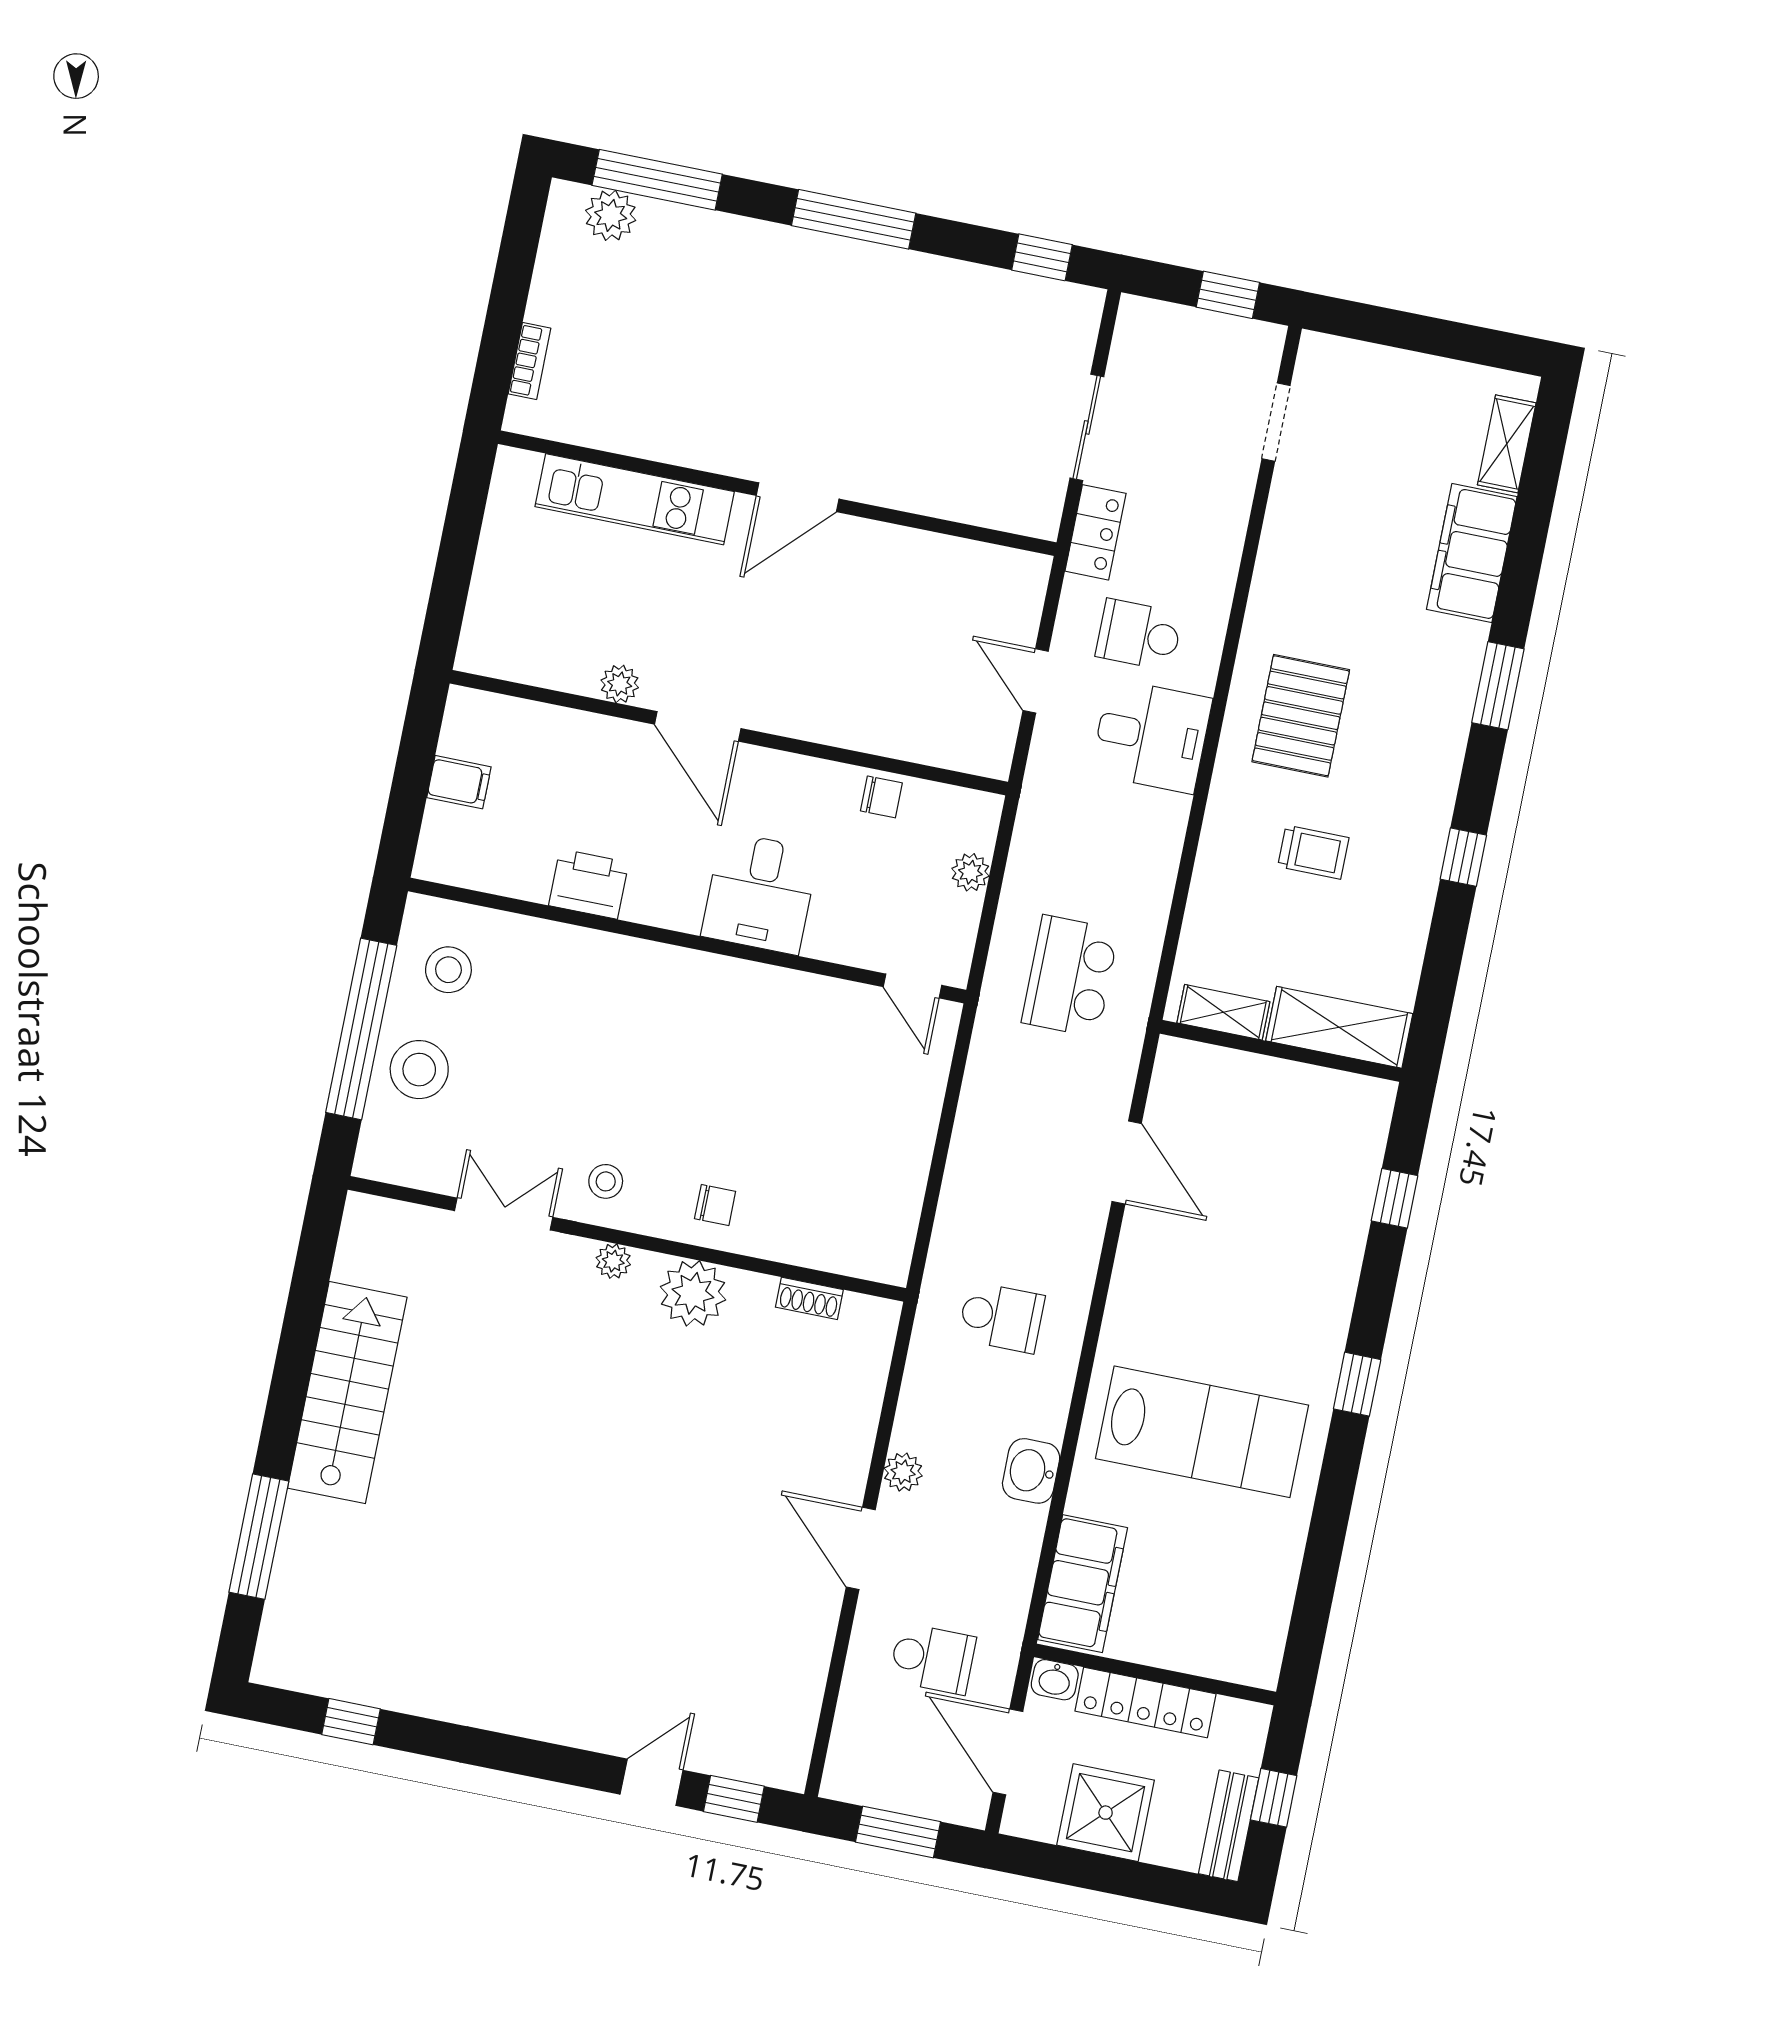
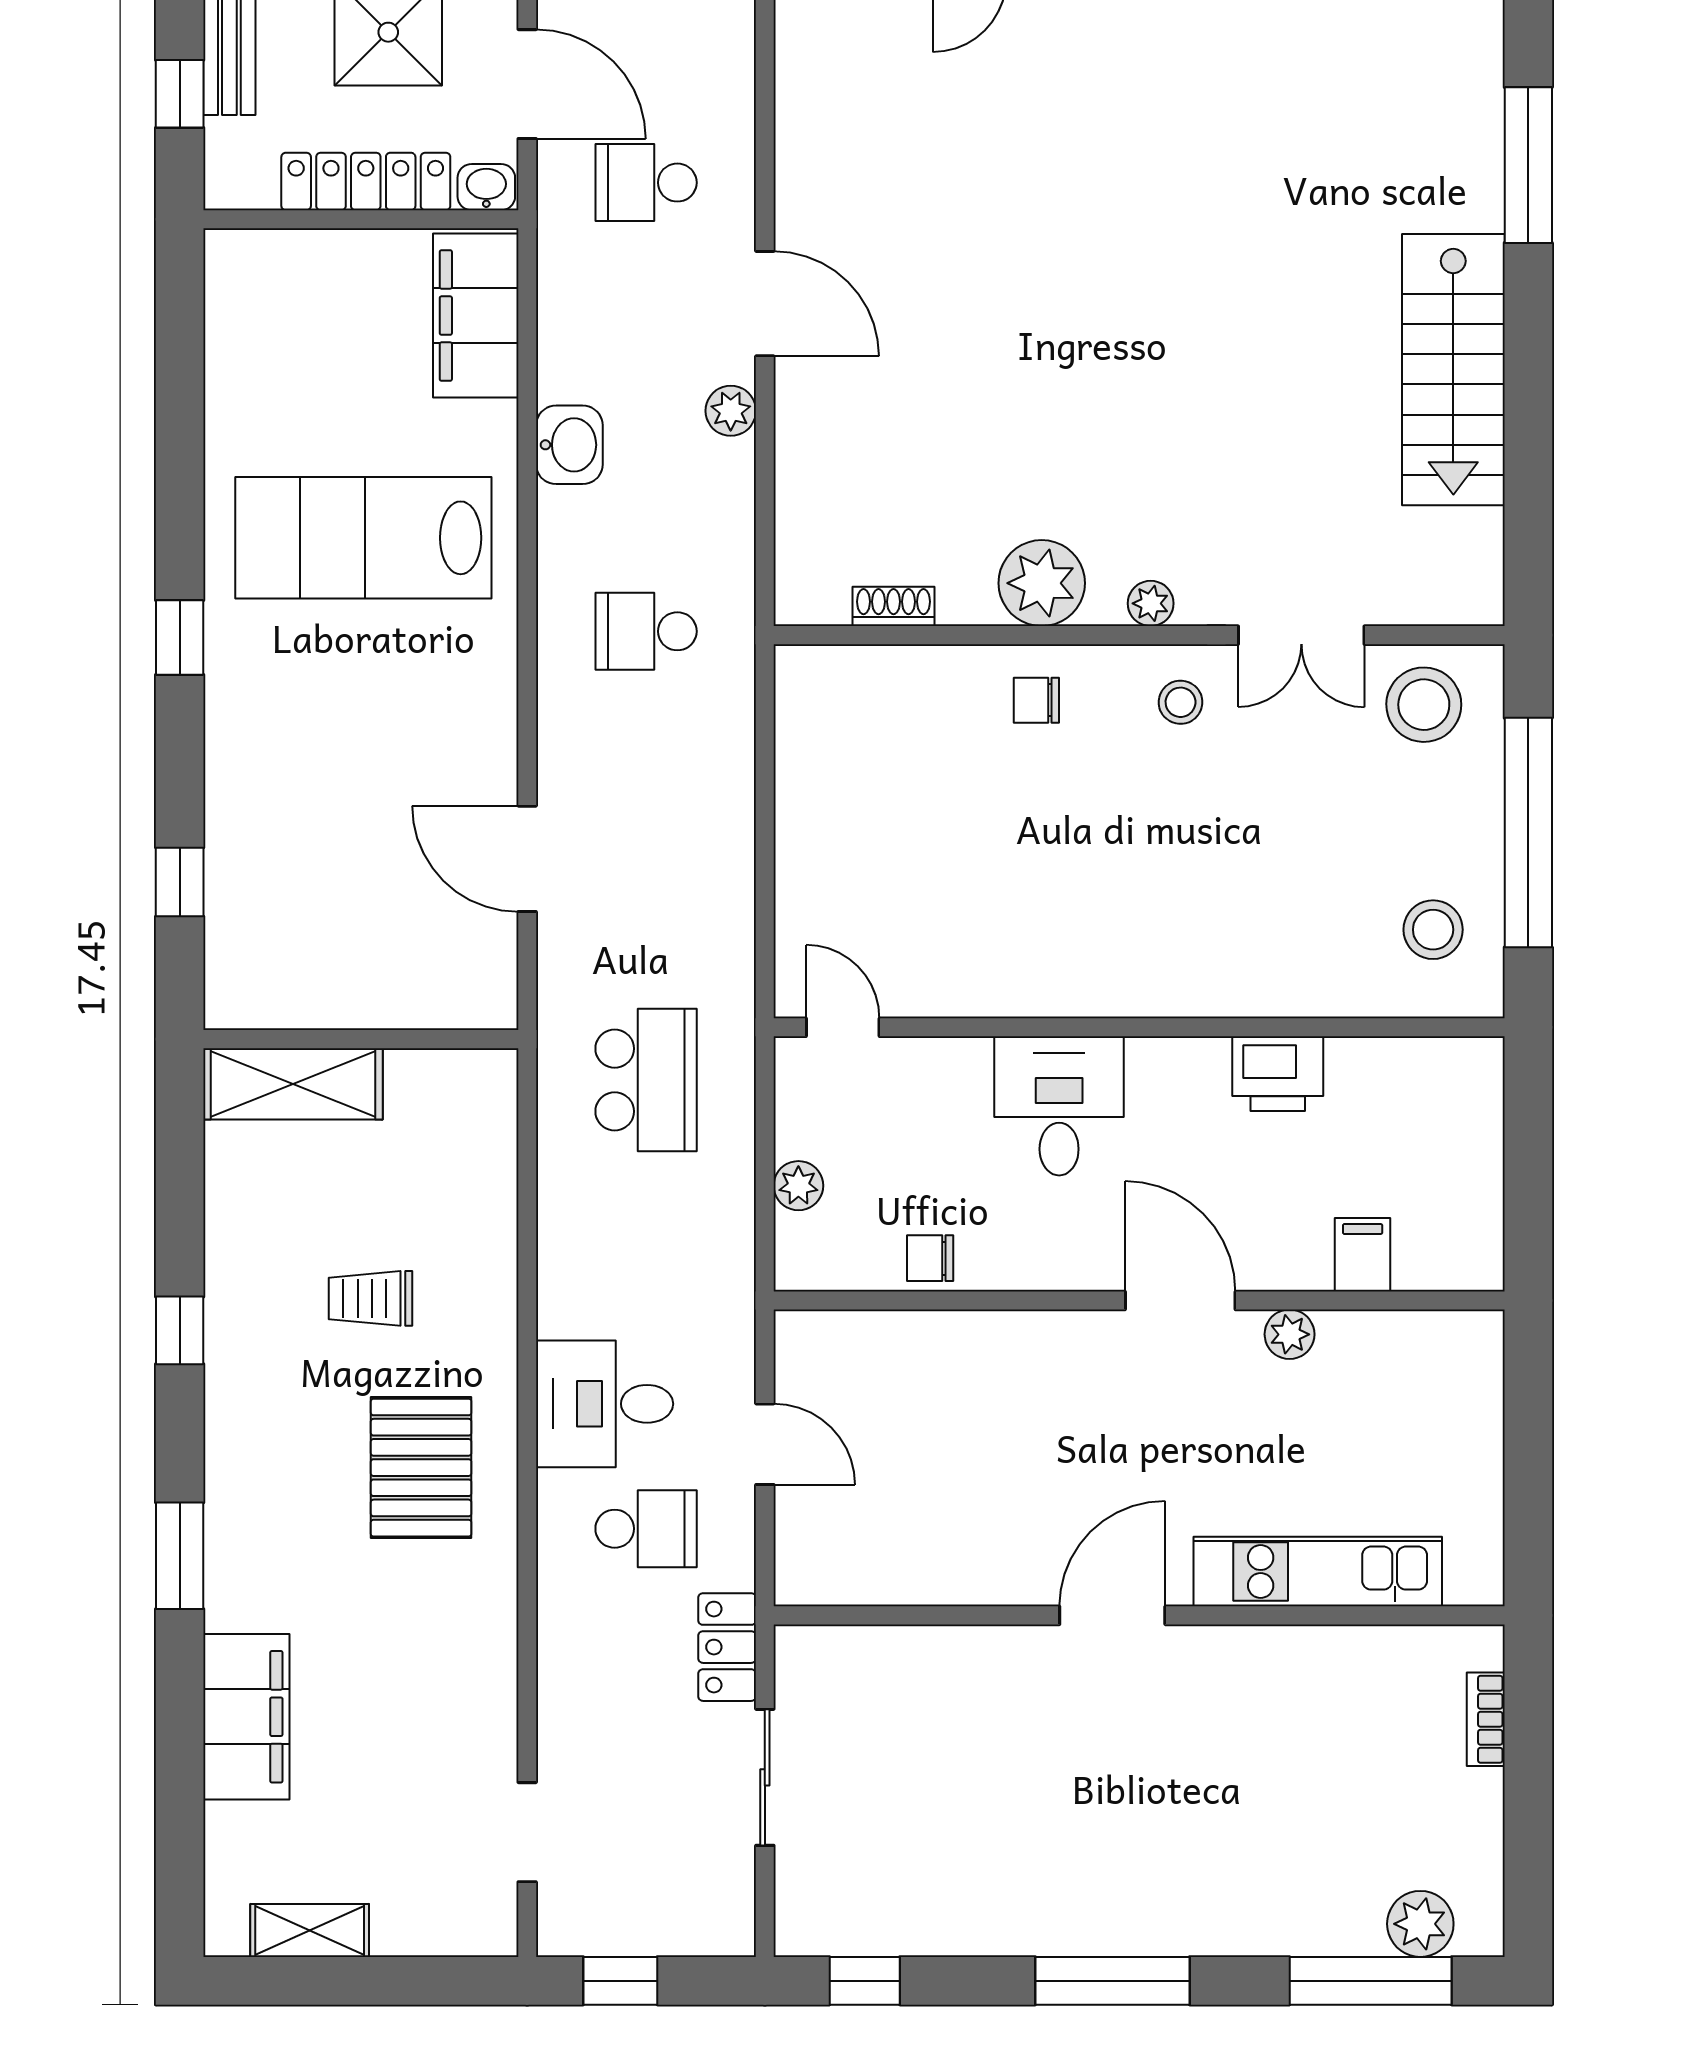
shelving: (1507, 444) -> (310, 1930), moved, turned 90
filing cabinet: (459, 782) -> (1363, 1255), moved, turned 90
shelving: (1223, 1012) -> (443, 1073), removed
stool: (419, 1070) -> (1424, 705), moved

